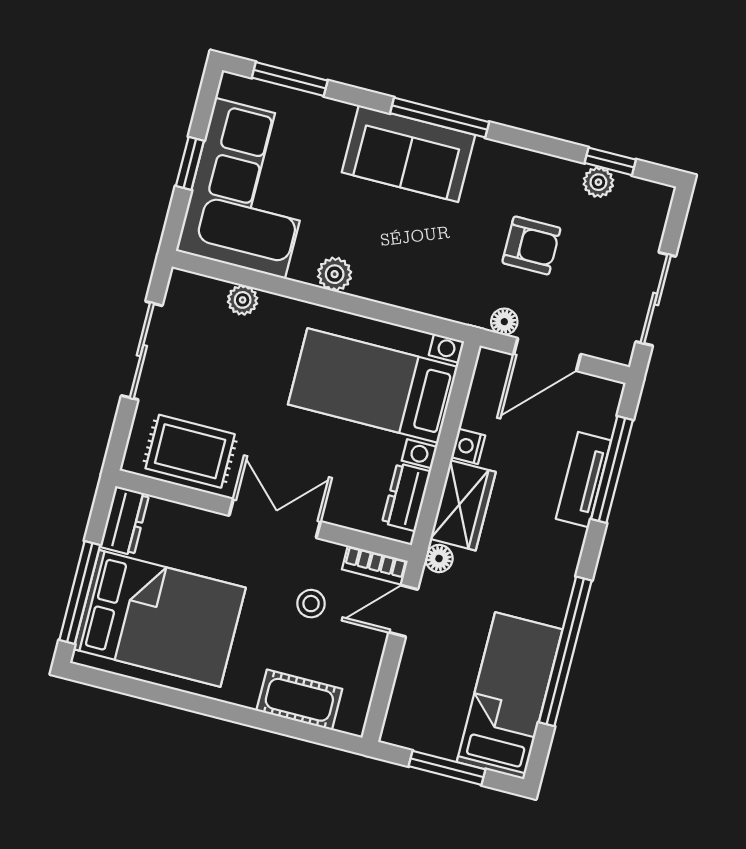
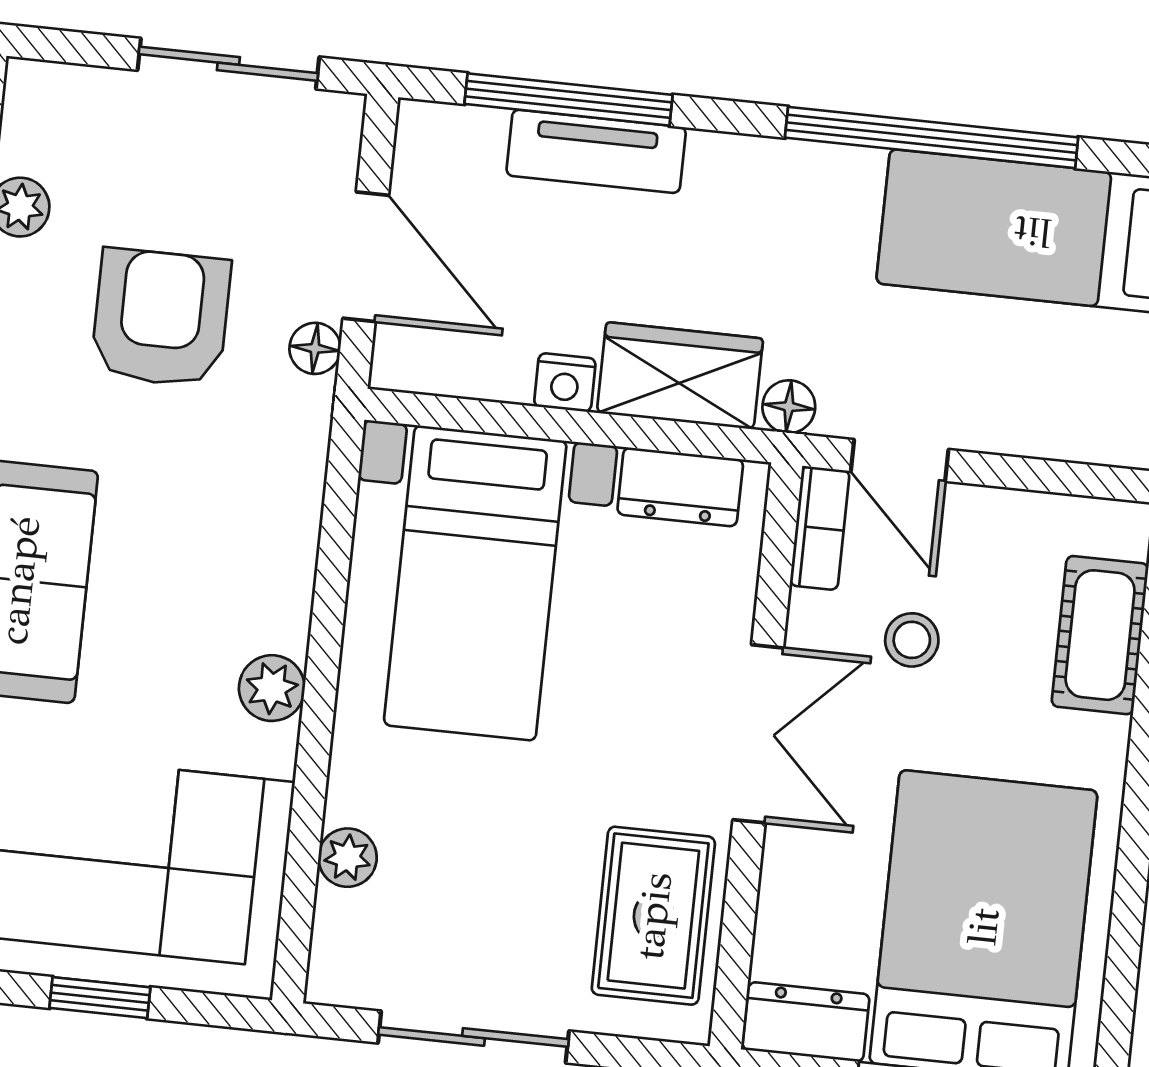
armchair: (531, 245) -> (161, 318), width x1.38, depth x1.38
double door: (275, 518) -> (758, 734), swing flipped

